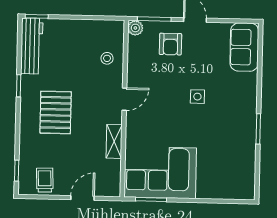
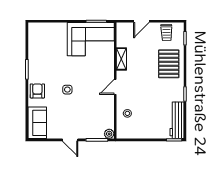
armchair: (170, 44) -> (37, 91), moved
pallet: (56, 112) -> (169, 64), moved

